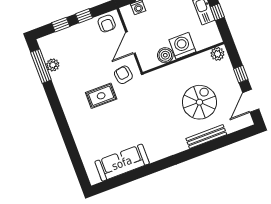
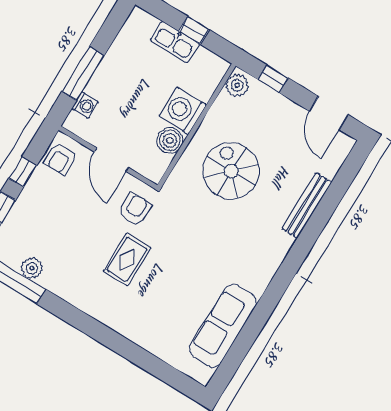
armchair: (107, 24) -> (60, 159), turned 90
window: (241, 74) -> (273, 79), moved
armchair: (123, 75) -> (135, 209), turned 99
spiral stairs: (199, 102) -> (231, 171), moved

